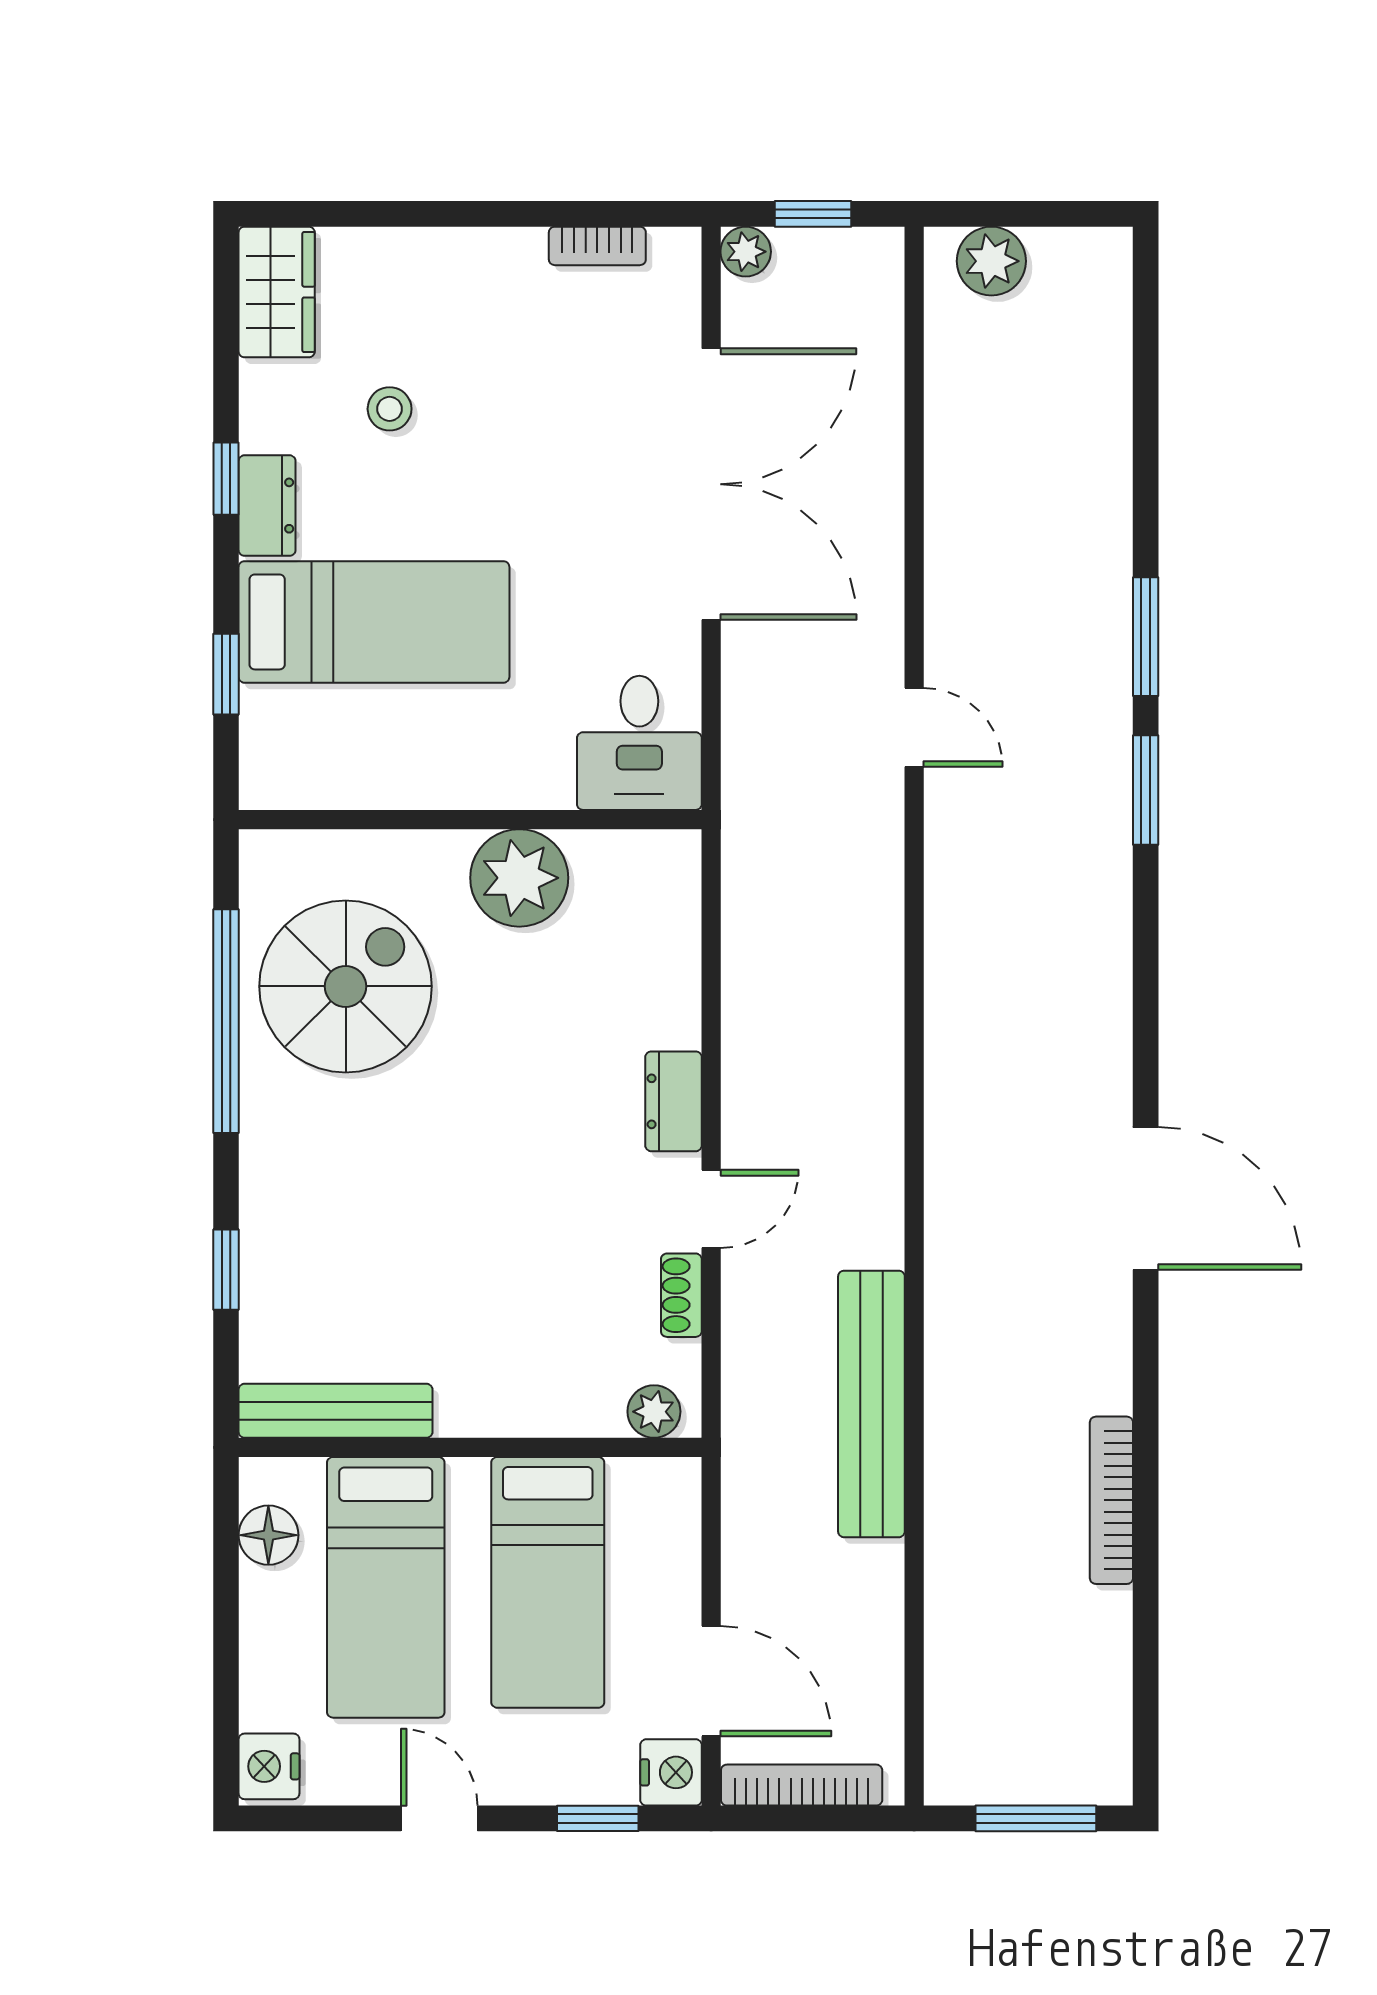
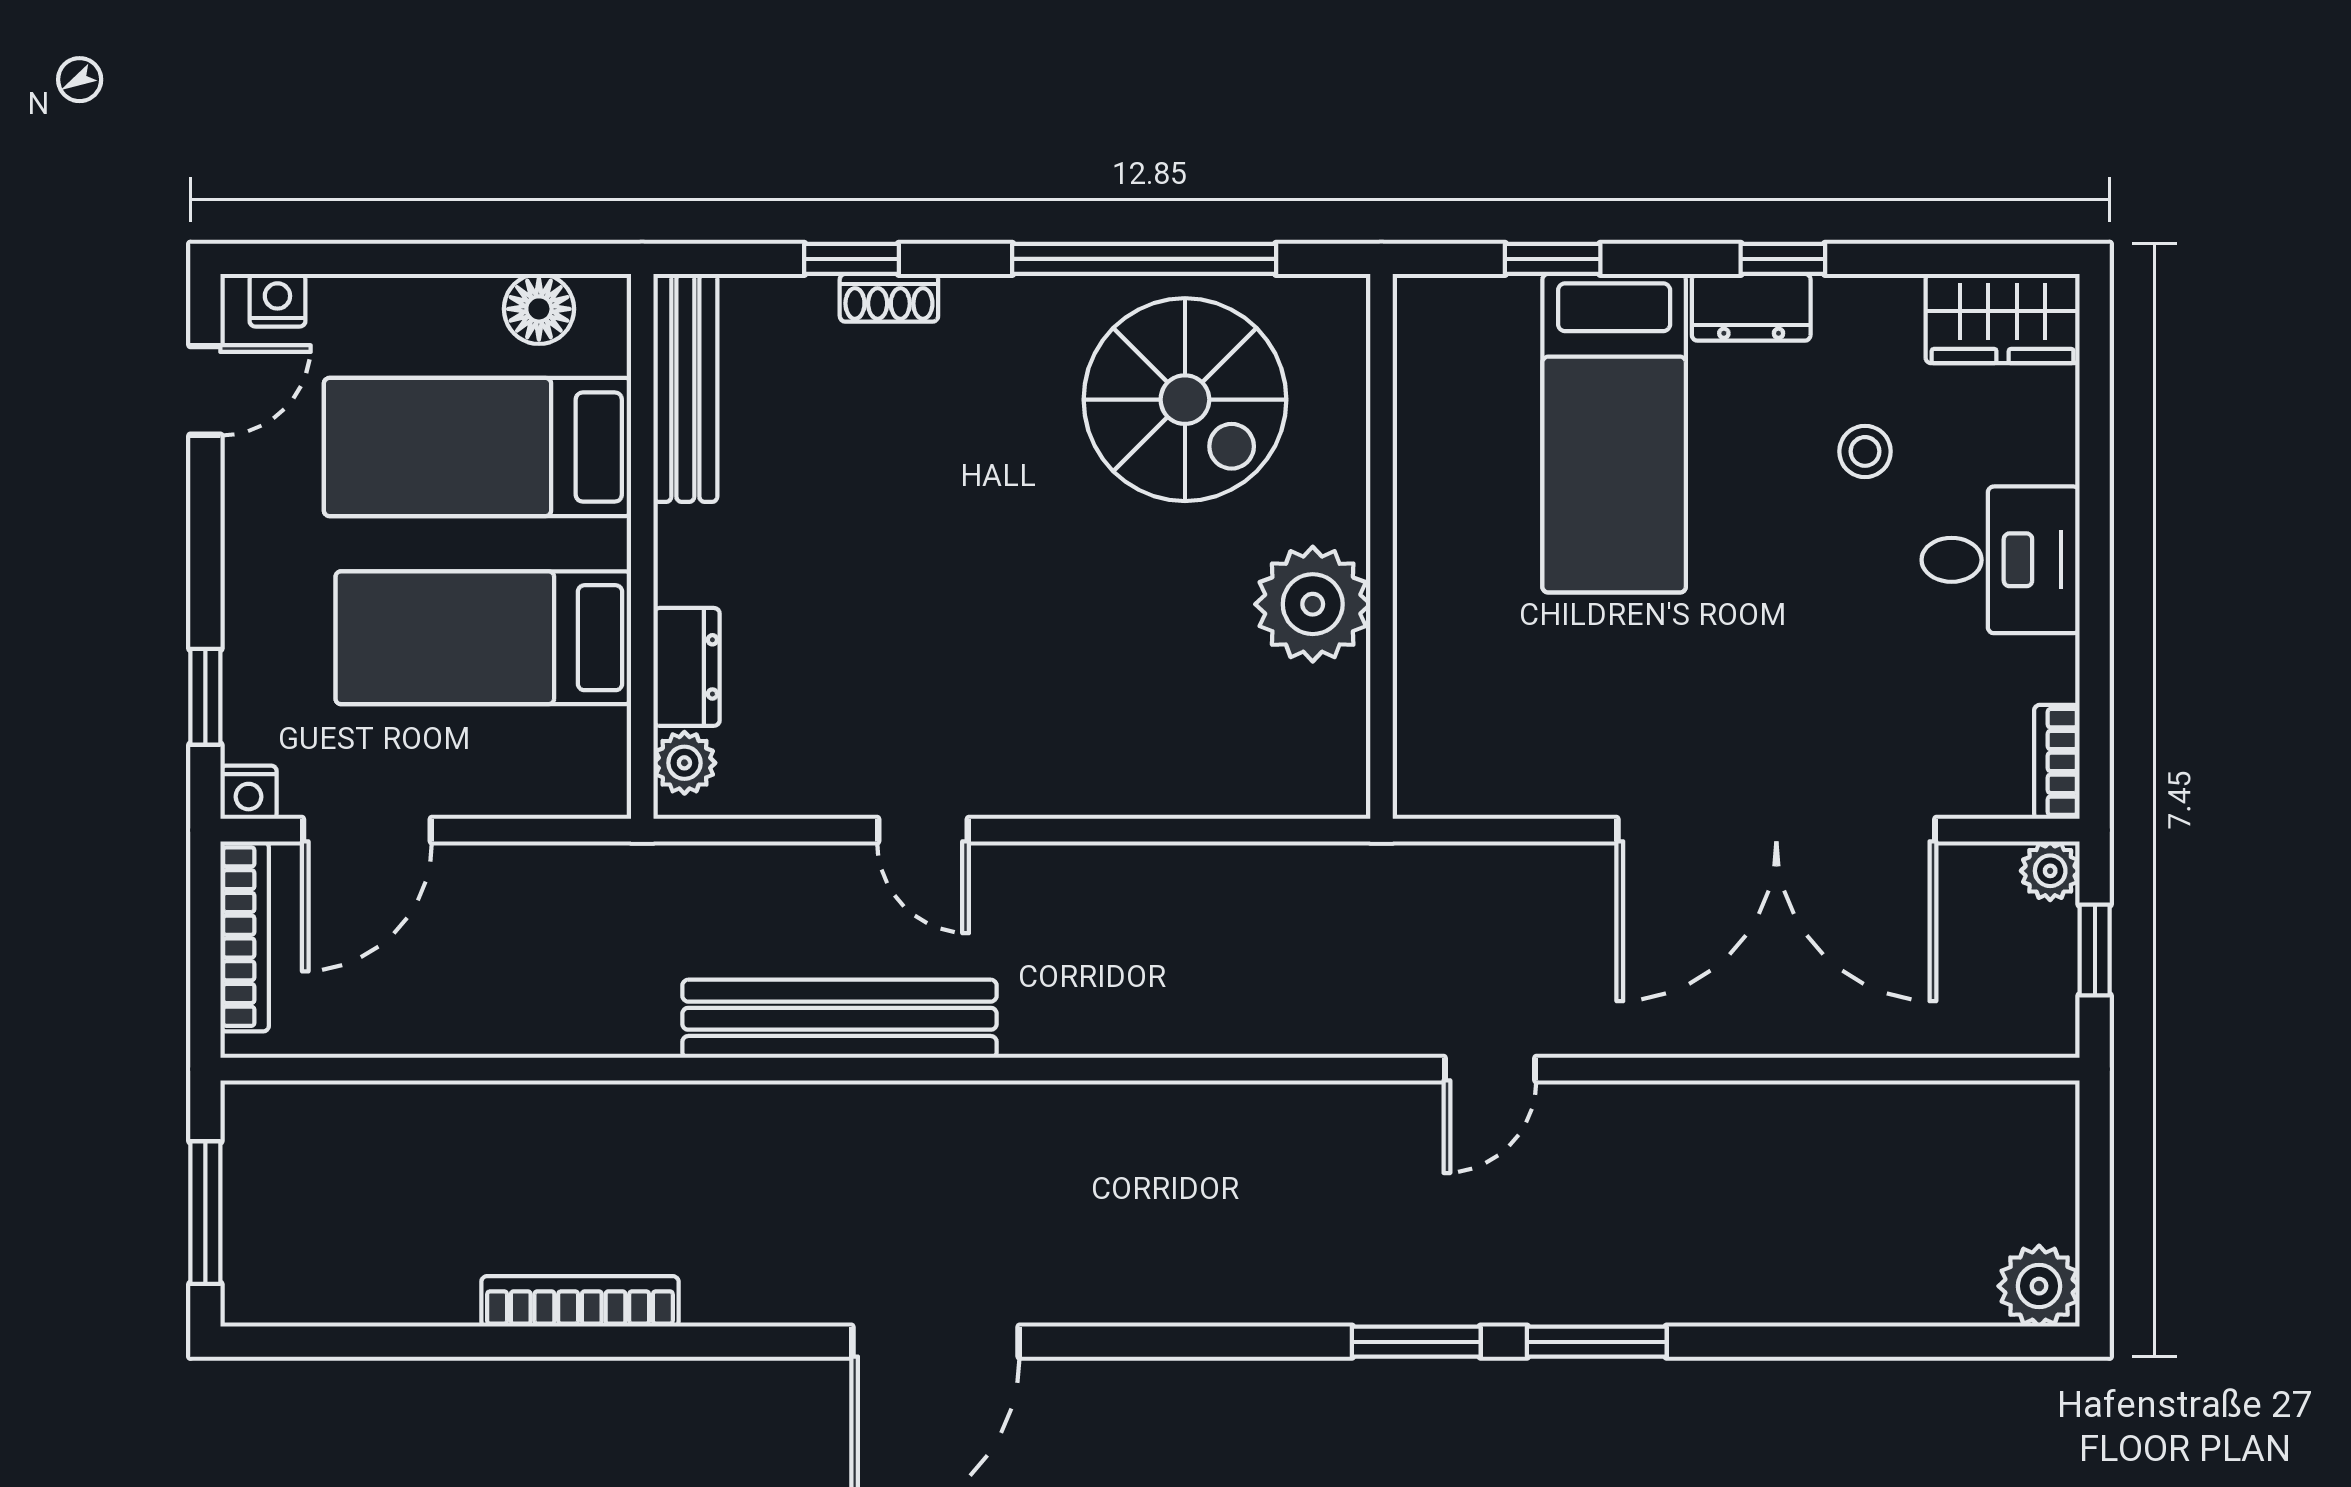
bookcase: (597, 246) -> (2057, 762), moved
plant: (991, 261) -> (2039, 1286), moved
desk: (639, 743) -> (2001, 560), moved, turned 180
dresser: (673, 1101) -> (687, 667), moved, turned 90
shoe rack: (681, 1295) -> (889, 298), moved, turned 180
bench: (871, 1404) -> (839, 1019), moved
nightstand: (269, 1766) -> (277, 300), width x0.72, depth x0.74
nightstand: (671, 1772) -> (249, 792), width x0.72, depth x0.74
door: (439, 1818) -> (205, 390), moved

